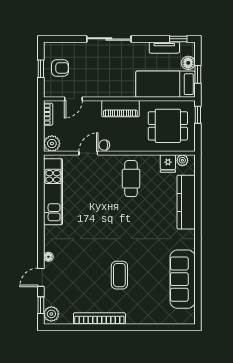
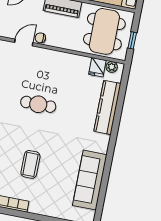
window: (198, 115) -> (132, 40), moved
dining table: (168, 126) -> (104, 31), width x1.38
cafe table: (131, 179) -> (38, 104), moved, turned 90

